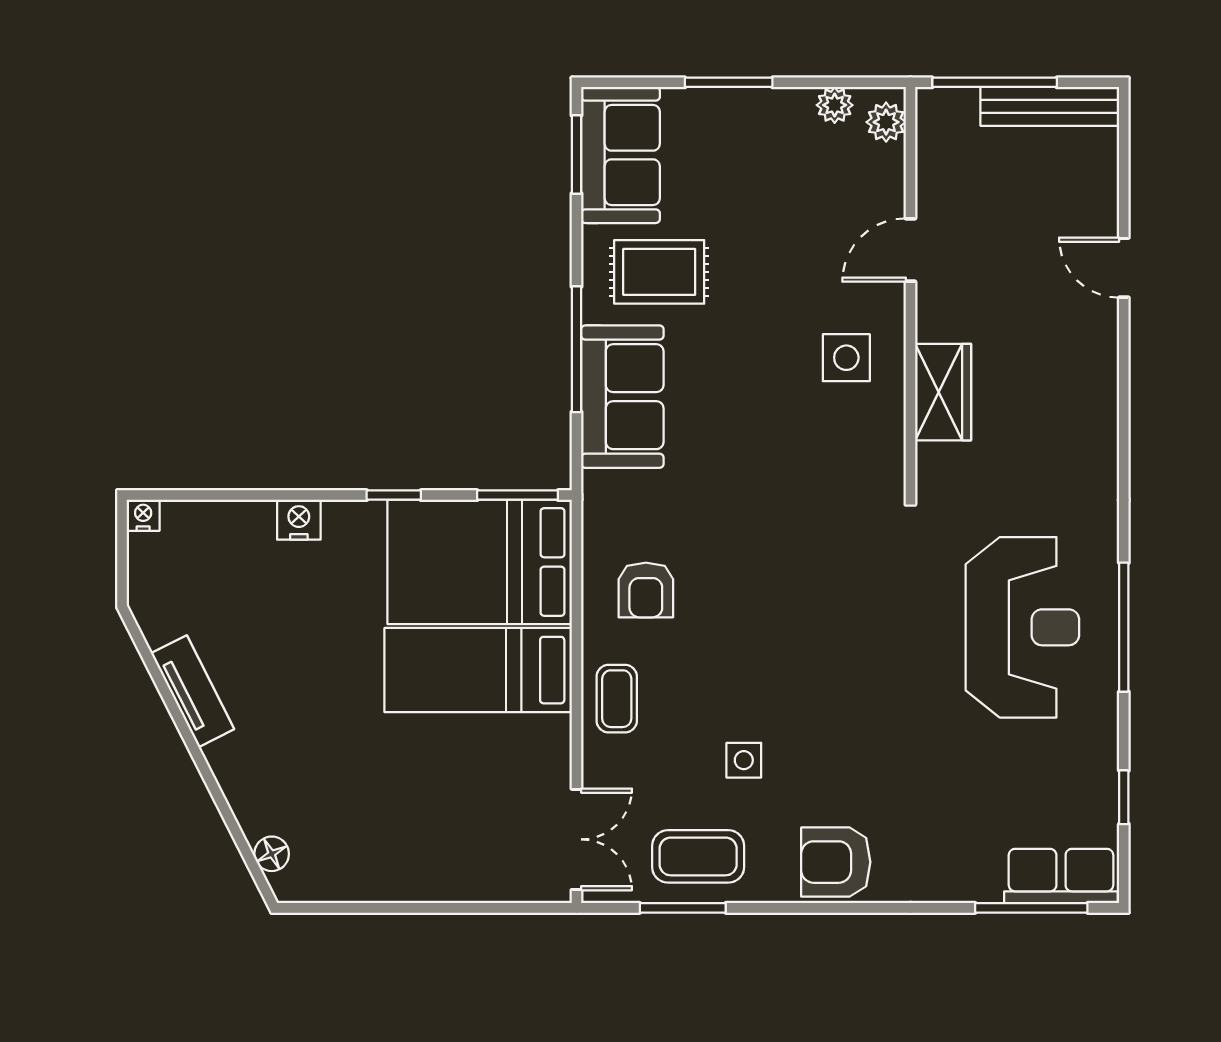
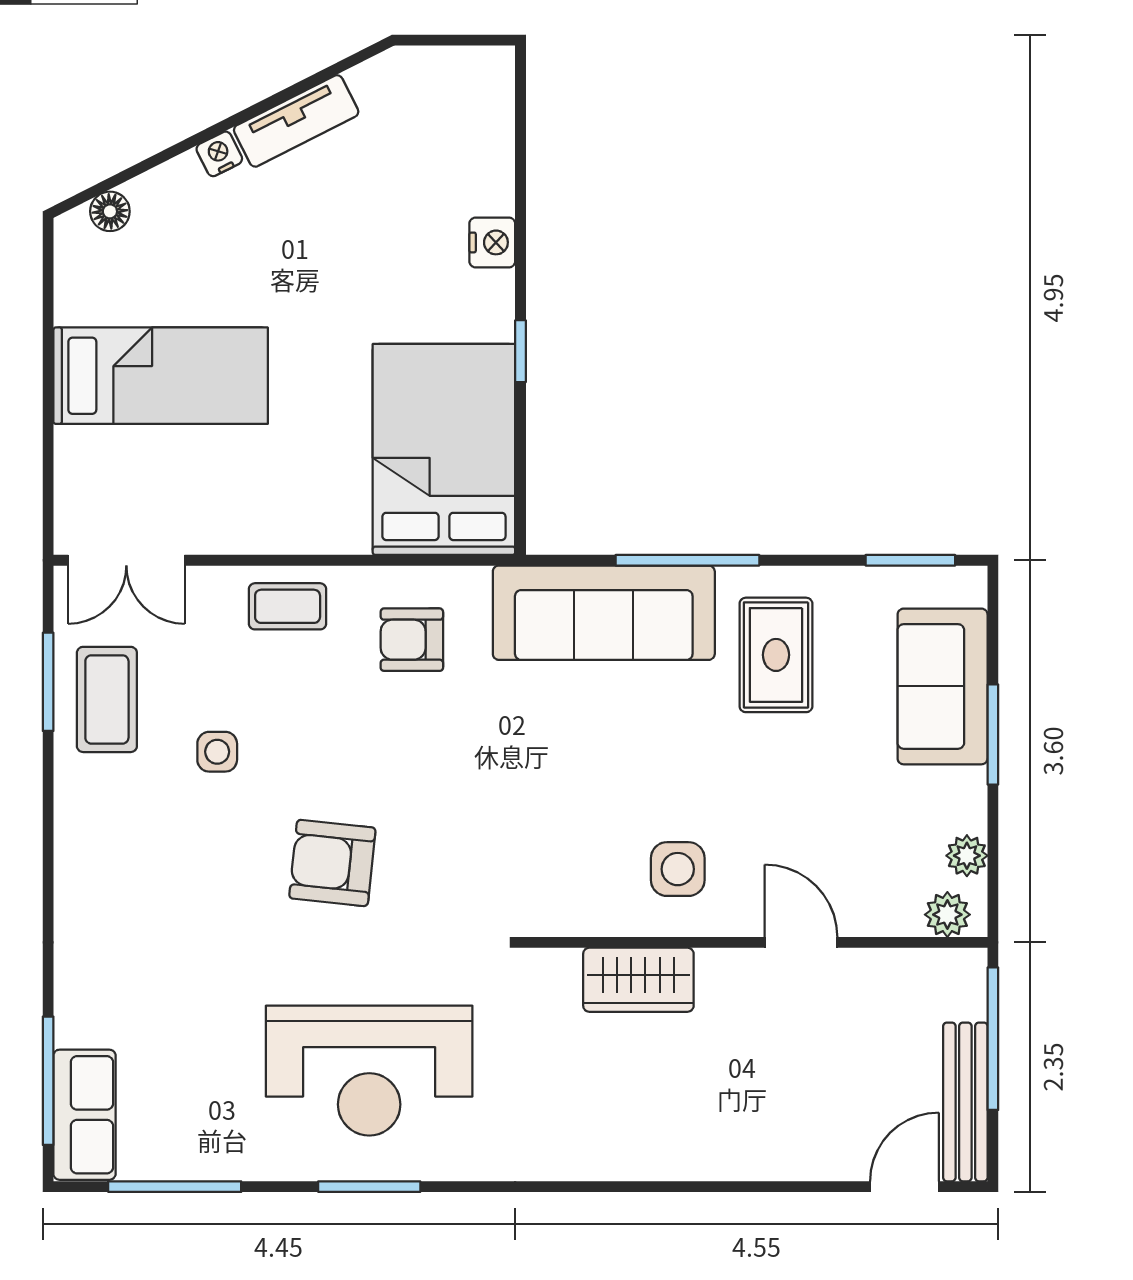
sofa: (620, 155) -> (943, 686), moved, turned 90
door: (1124, 268) -> (904, 1187), moved
sofa: (622, 397) -> (604, 613), width x1.36
window: (518, 495) -> (520, 493), removed
nightstand: (143, 515) -> (219, 154), moved, turned -117
window: (1124, 627) -> (369, 1187), width x0.69
bed: (478, 670) -> (161, 376), moved, turned 90
window: (1124, 797) -> (175, 1187), width x2.17
armchair: (836, 862) -> (332, 863), moved, turned -84

